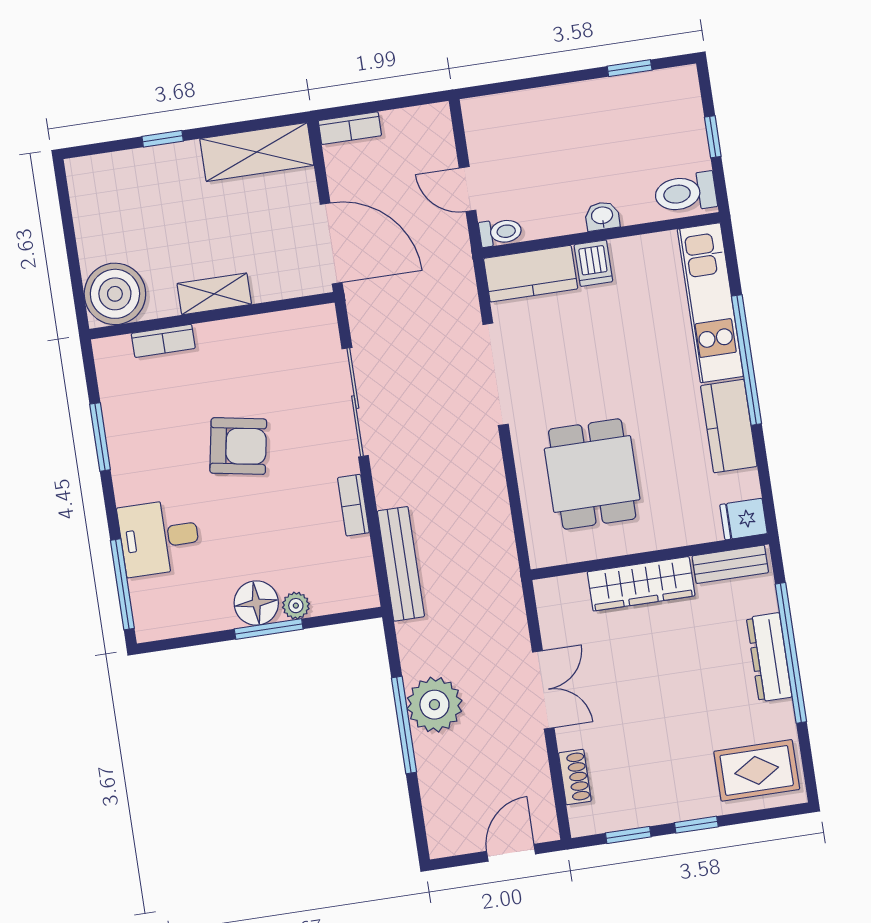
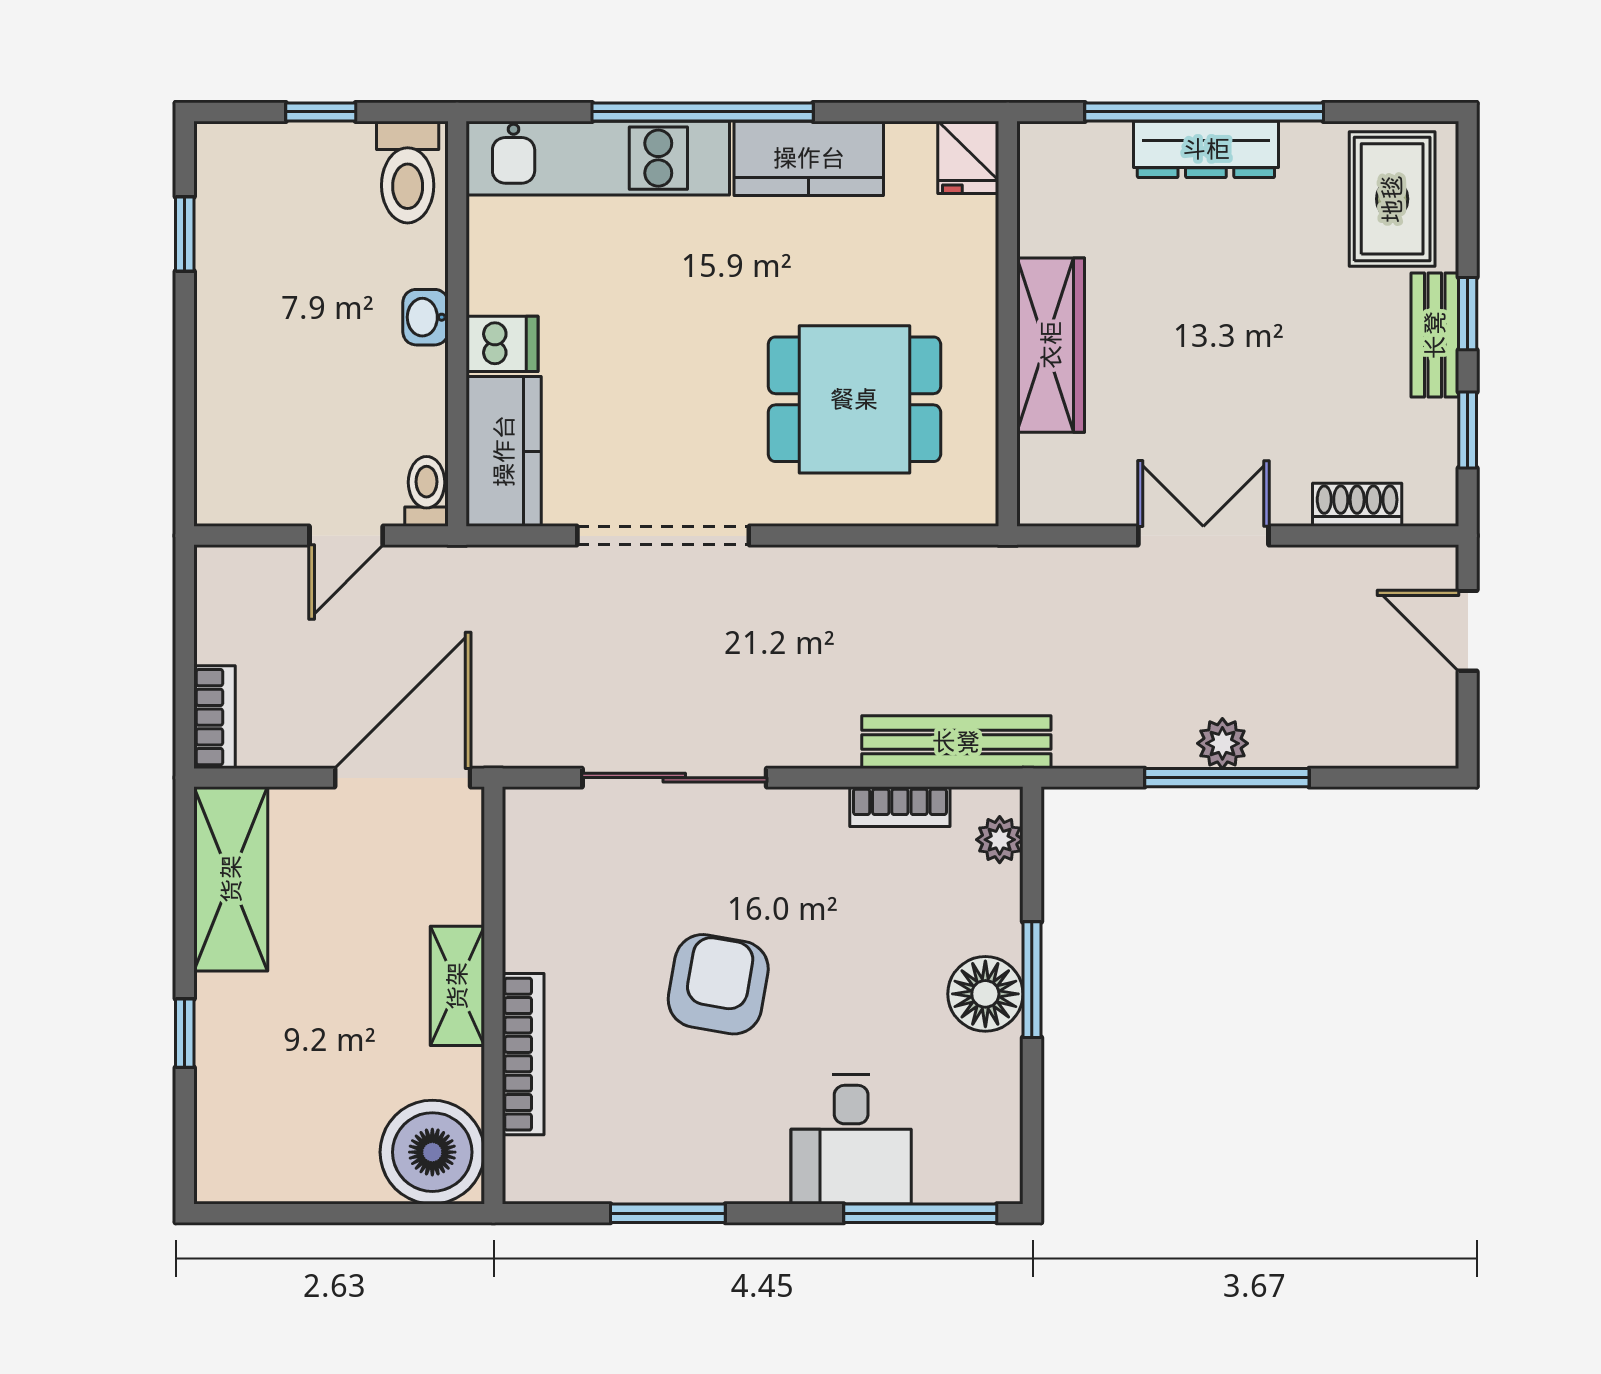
bookcase: (163, 341) -> (523, 1054), width x1.56
bookcase: (353, 505) -> (900, 807), moved
bench: (730, 564) -> (1435, 335), moved
plant: (296, 606) -> (1000, 840), moved
plant: (434, 705) -> (1222, 743), width x0.53, depth x0.53

